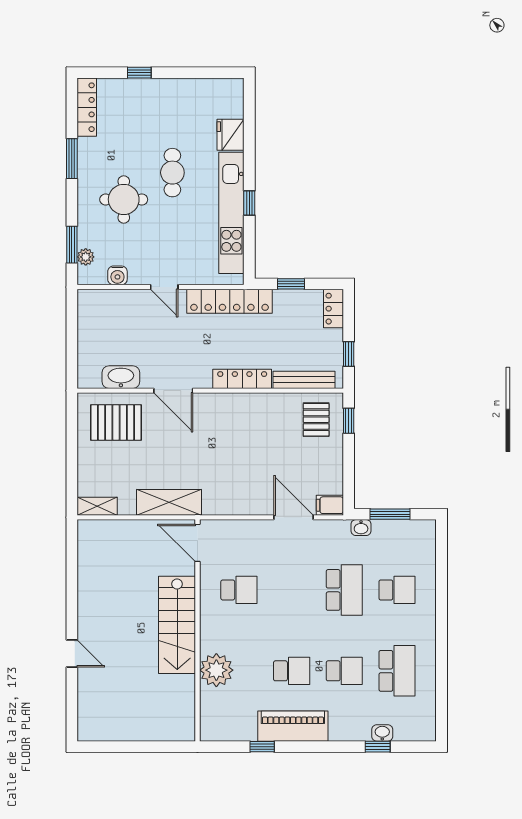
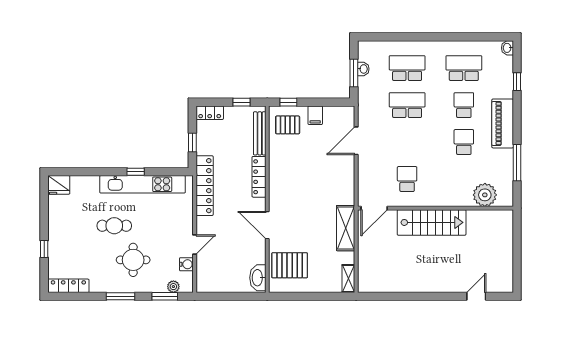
fridge: (231, 135) -> (59, 185), moved
window: (72, 159) -> (121, 296), moved
door: (164, 287) -> (195, 244), moved
washbasin: (121, 377) -> (258, 278), moved
door: (173, 391) -> (267, 225), swing flipped
pallet: (116, 423) -> (290, 265), turned 90
filing cabinet: (330, 505) -> (315, 115), moved
washbasin: (361, 528) -> (363, 69), moved
school desk: (397, 590) -> (407, 68), width x1.85
door: (72, 653) -> (476, 296), moved
plant: (216, 670) -> (485, 195), moved
piano: (293, 726) -> (503, 123), moved
washbasin: (382, 733) -> (507, 48), moved
window: (262, 747) -> (517, 163), width x2.17

